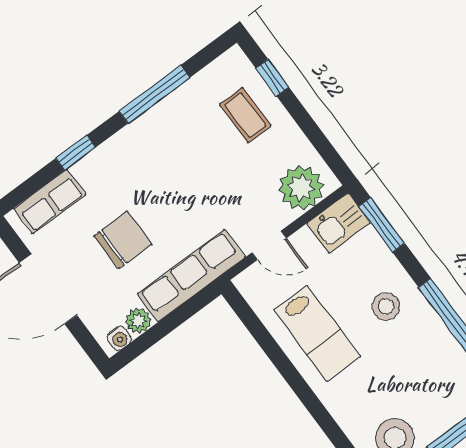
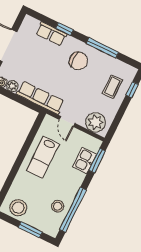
row of seats: (50, 201) -> (51, 34), moved
kitchen sink: (339, 223) -> (85, 160), moved, turned 90
chair: (123, 240) -> (78, 61), moved
stool: (386, 306) -> (58, 206), moved

